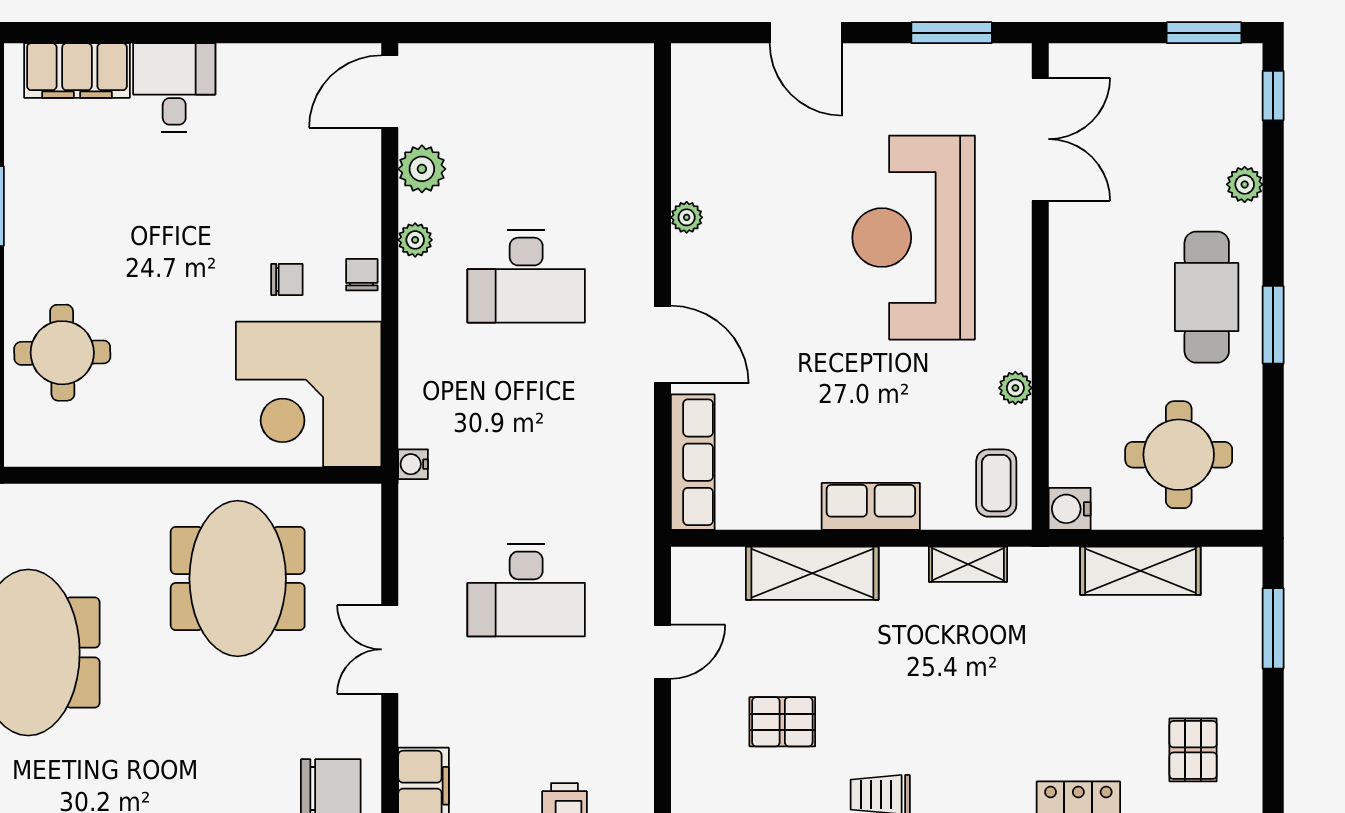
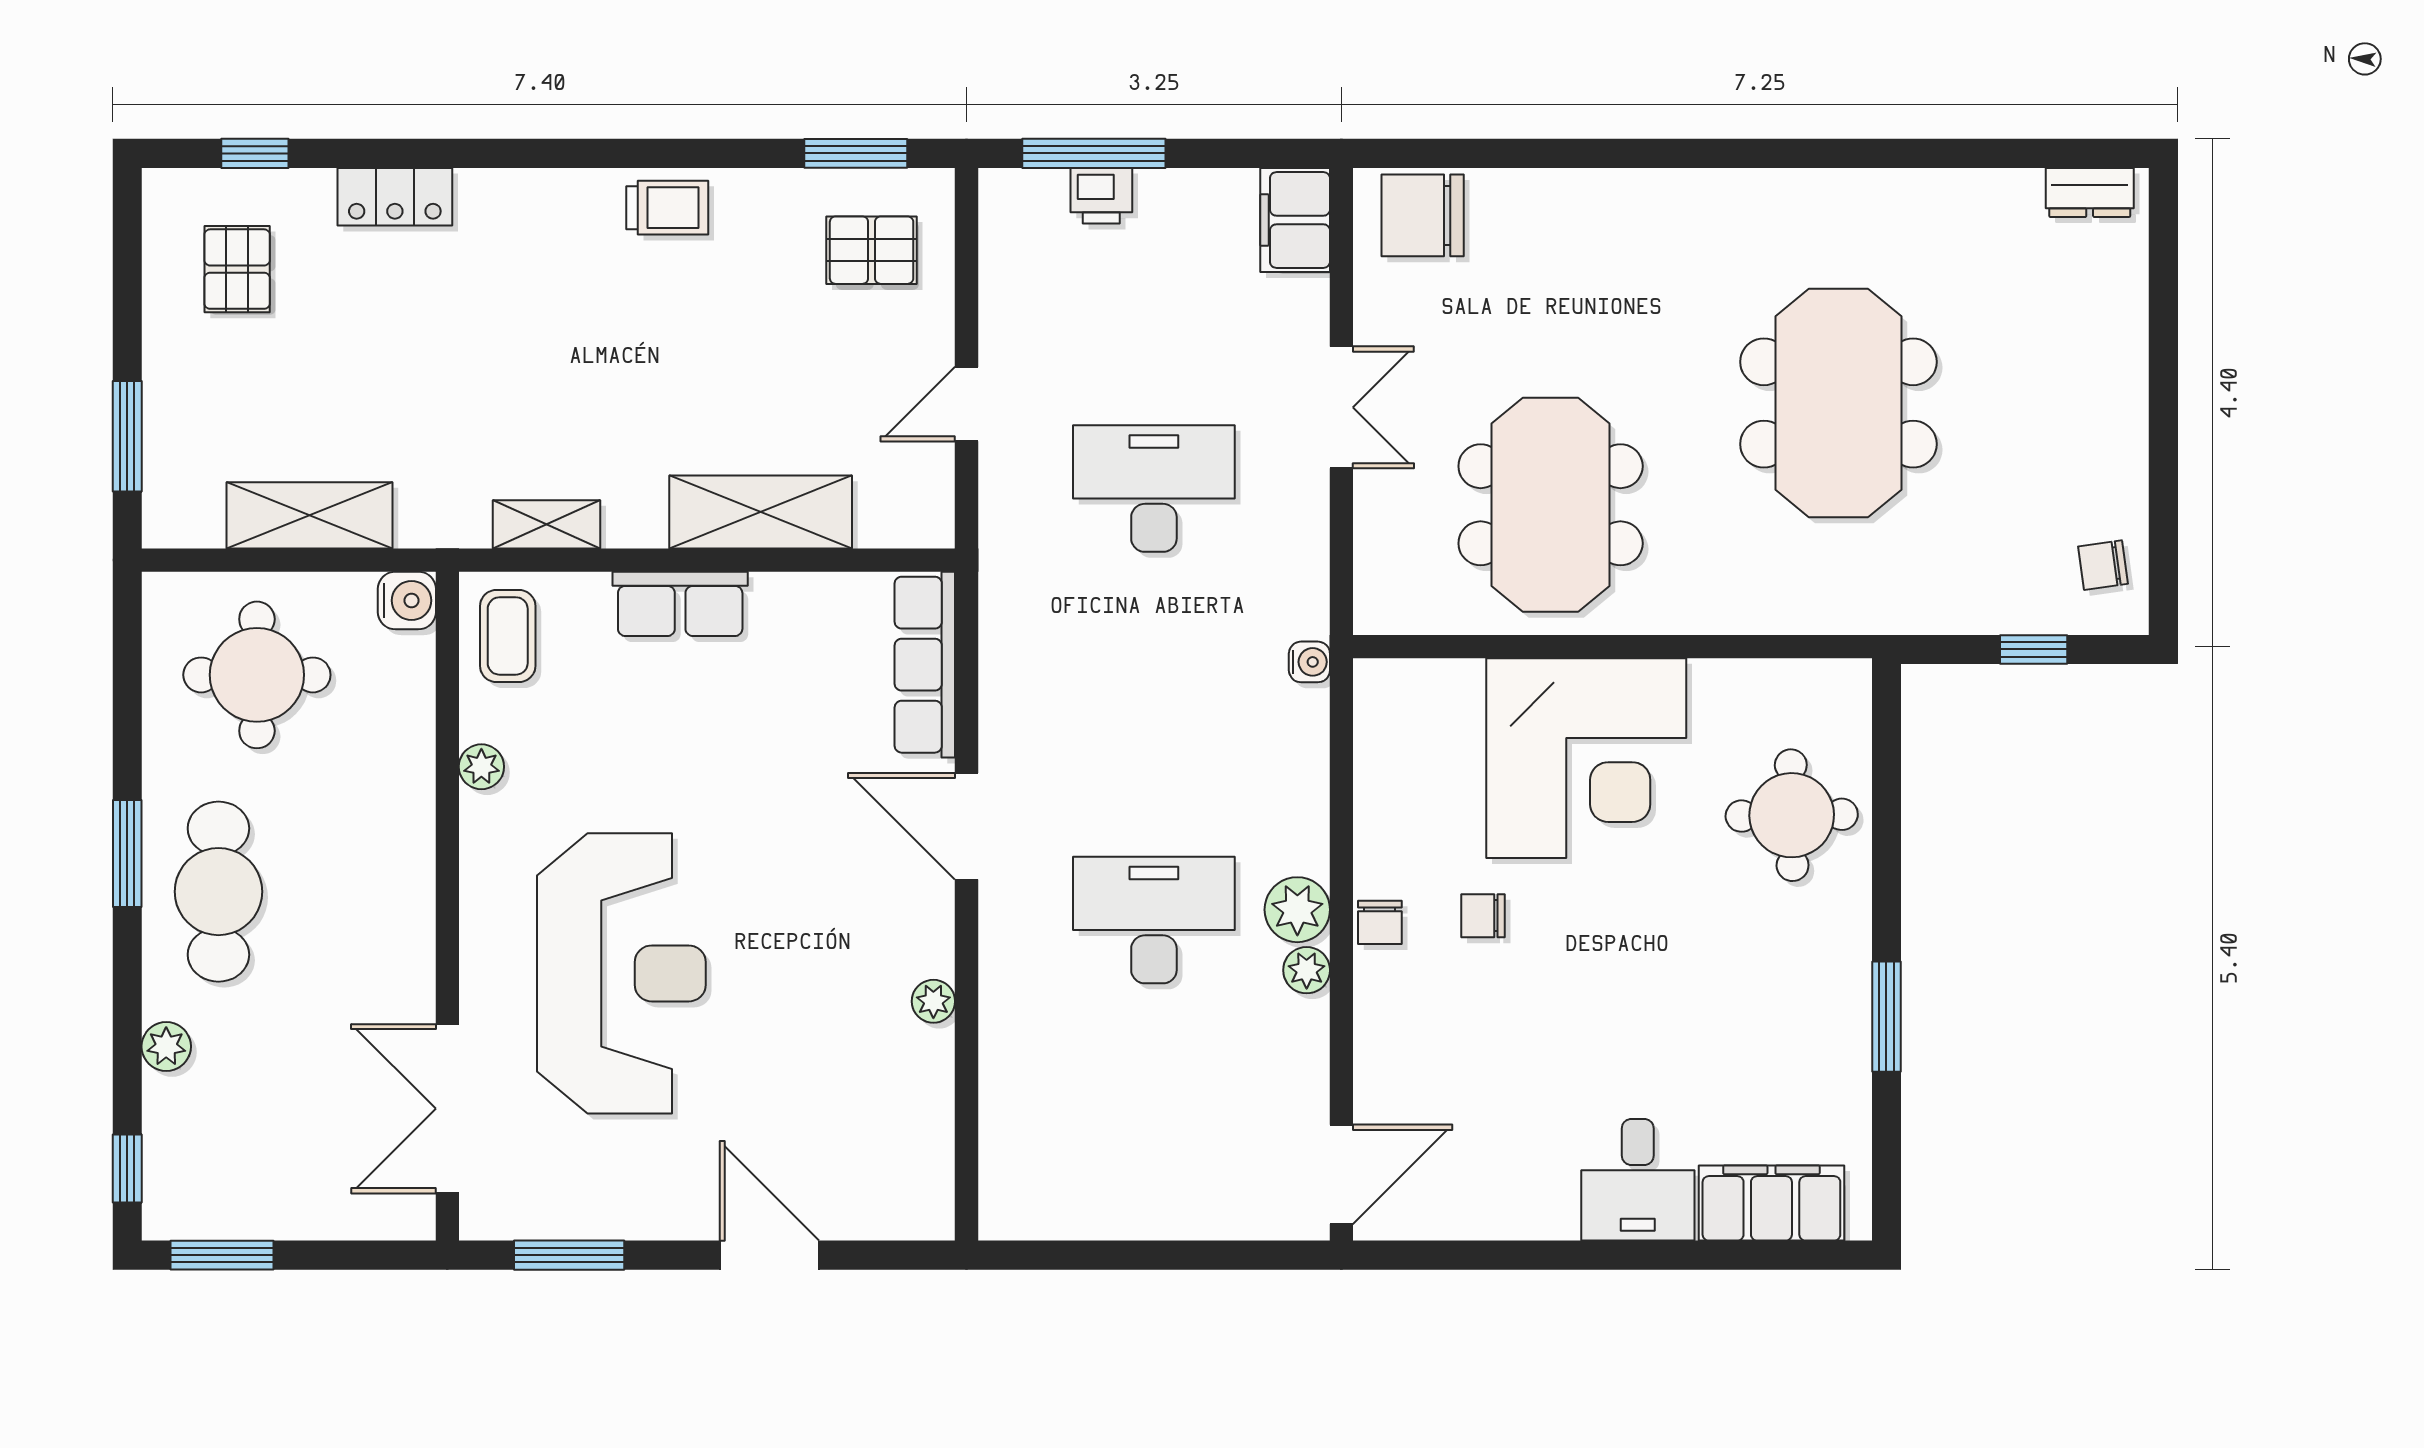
plant: (422, 169) -> (1297, 910), moved
corner desk: (309, 394) -> (1586, 758), moved, turned 90
pallet: (782, 722) -> (872, 250), moved

